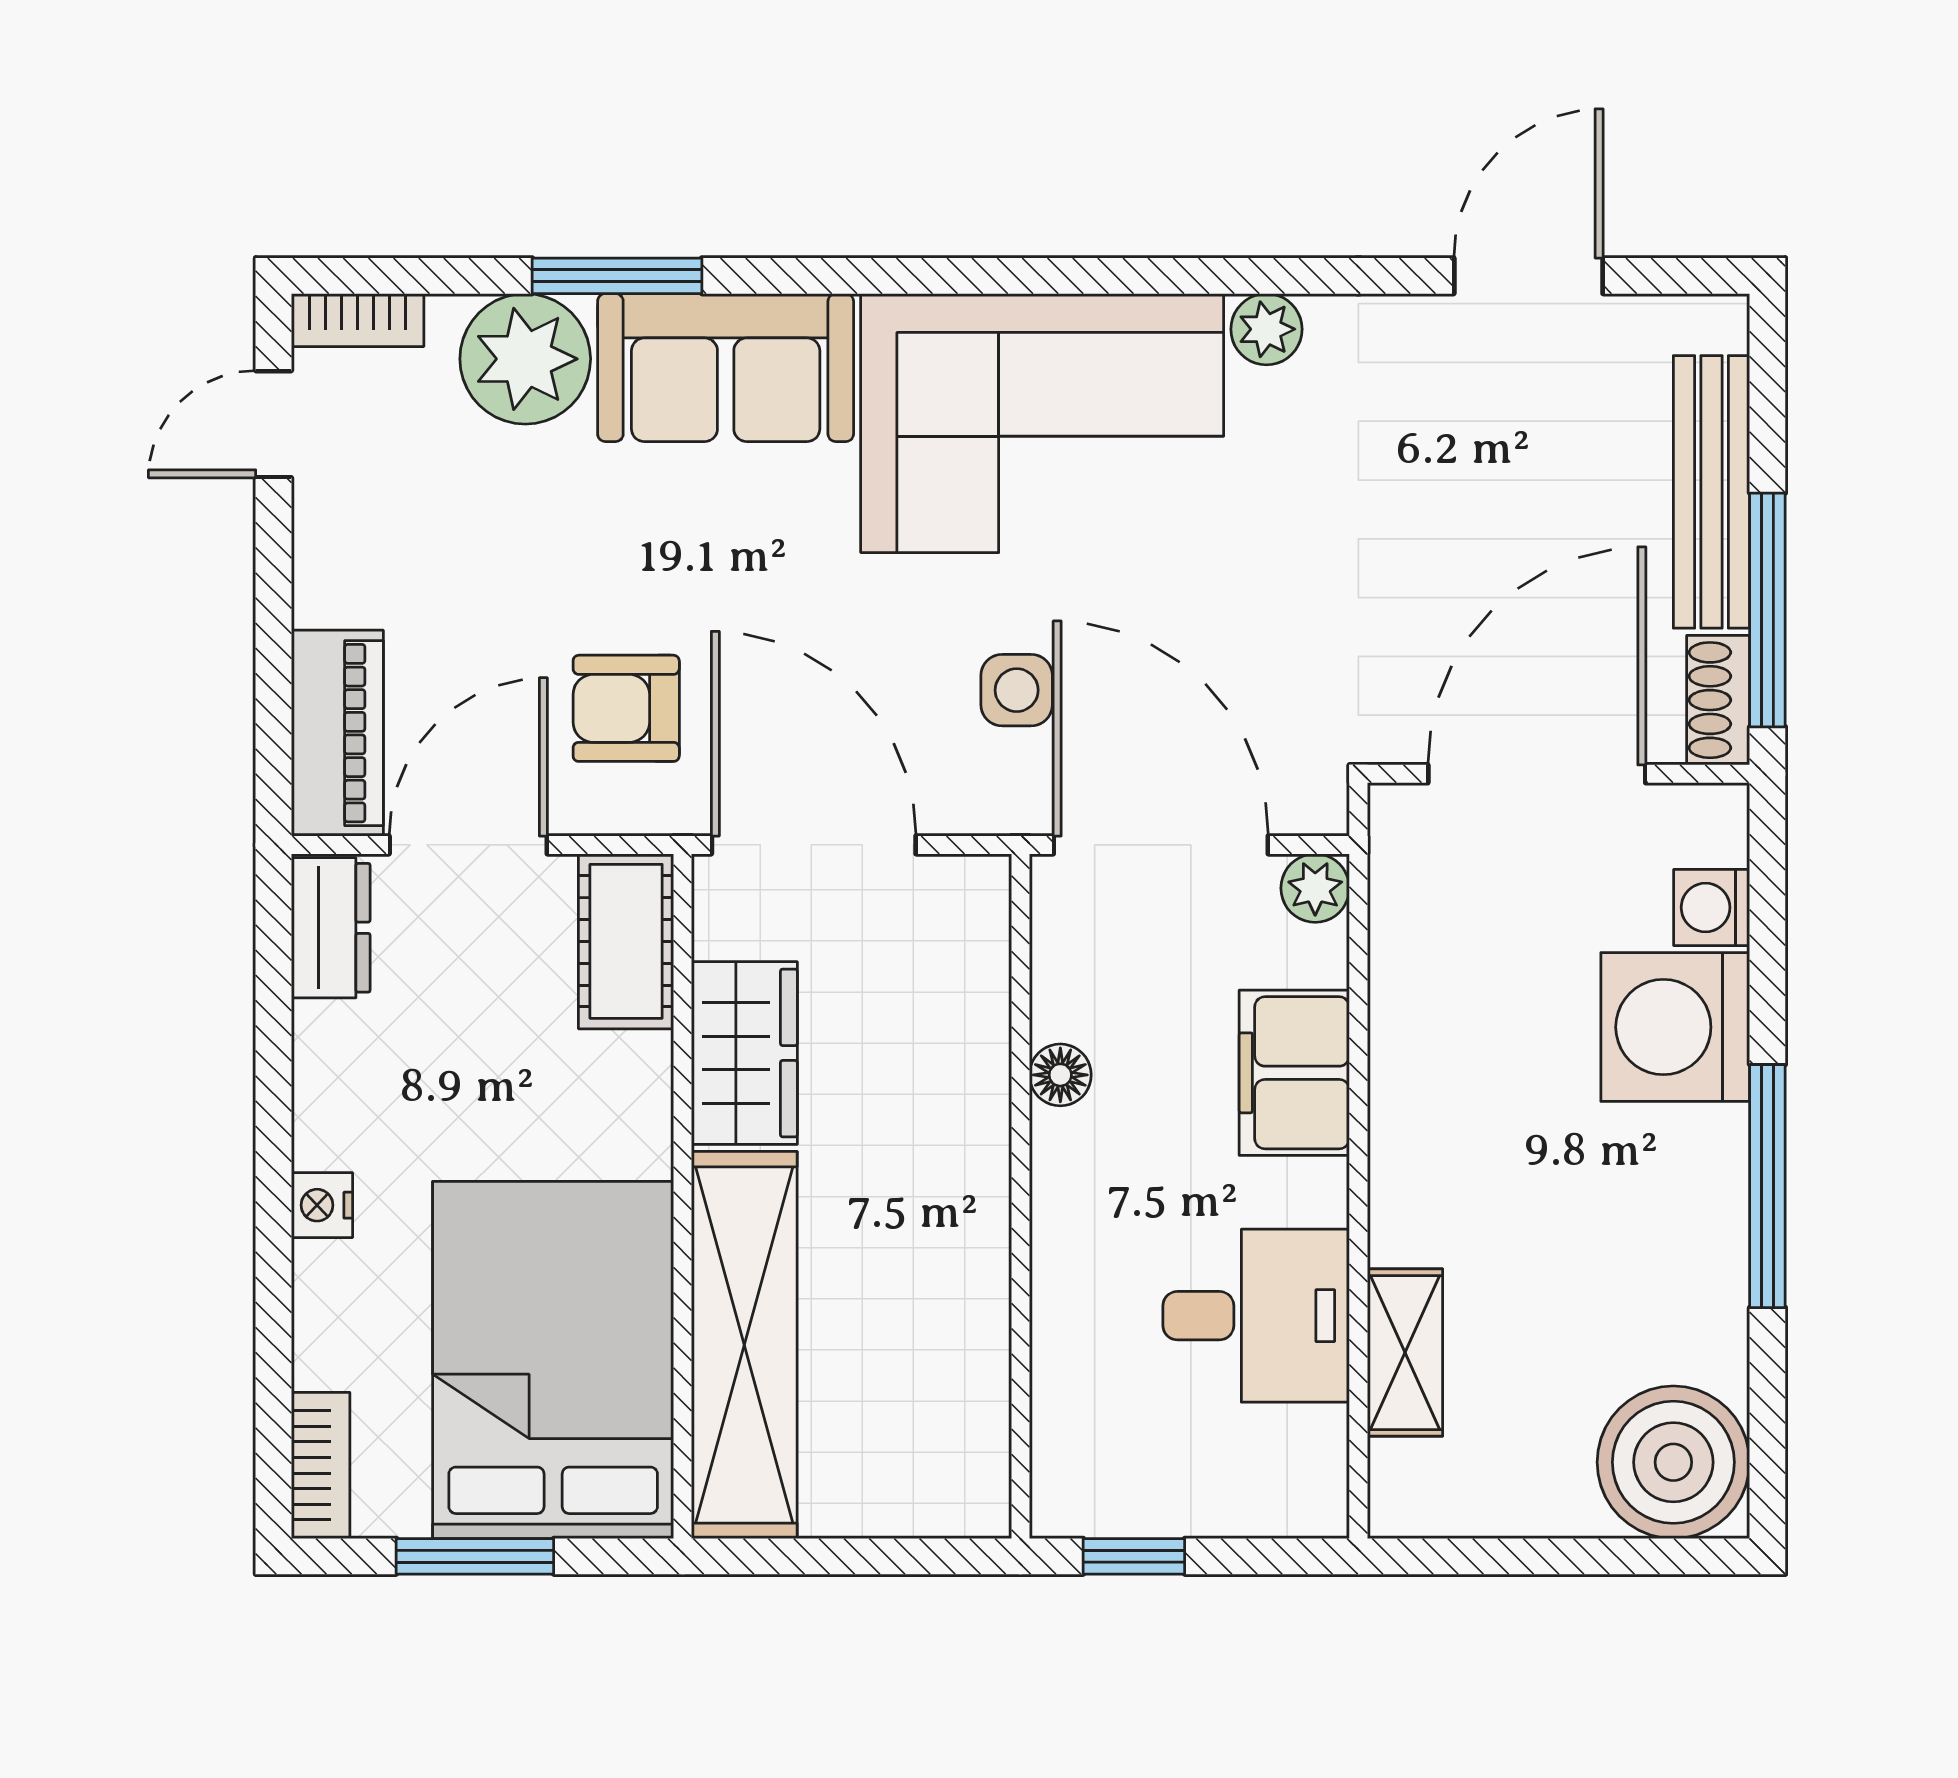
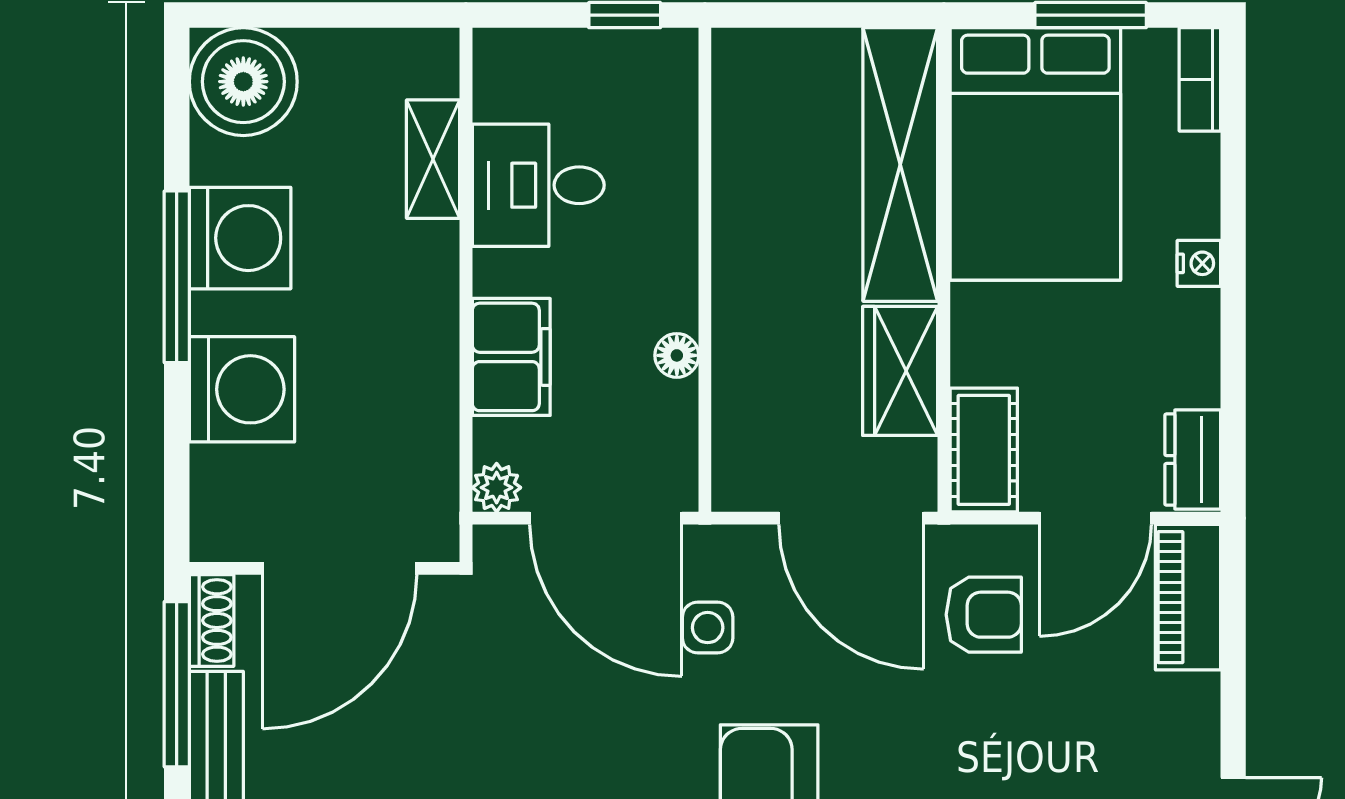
washing machine: (1712, 907) -> (240, 238), moved, width x1.89, depth x1.89

